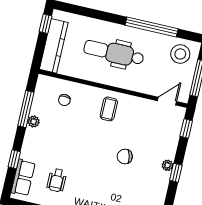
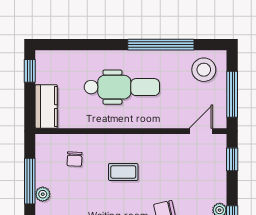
kitchen counter: (54, 46) -> (46, 107), width x0.67
dental chair: (114, 53) -> (122, 87), turned 180
coffee table: (109, 109) -> (123, 172), moved, turned 90

